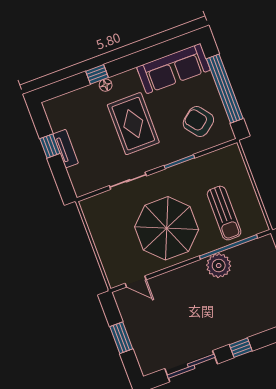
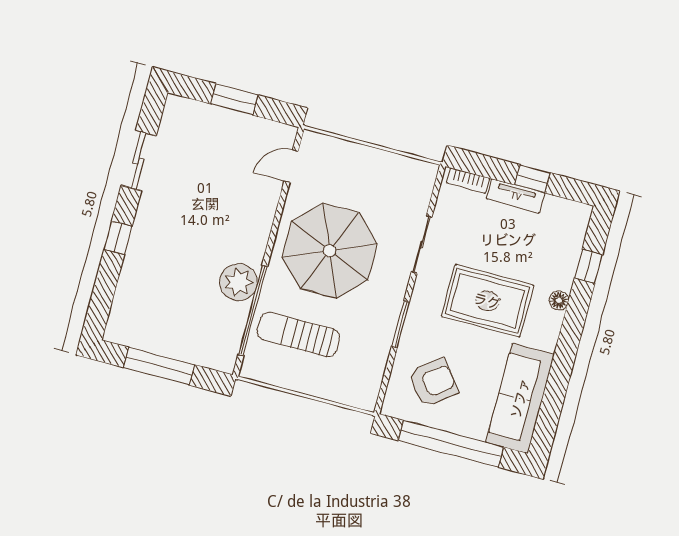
window: (97, 74) -> (588, 266), moved
bookcase: (76, 180) -> (468, 181), added
sliding door: (191, 366) -> (139, 161), width x0.73

